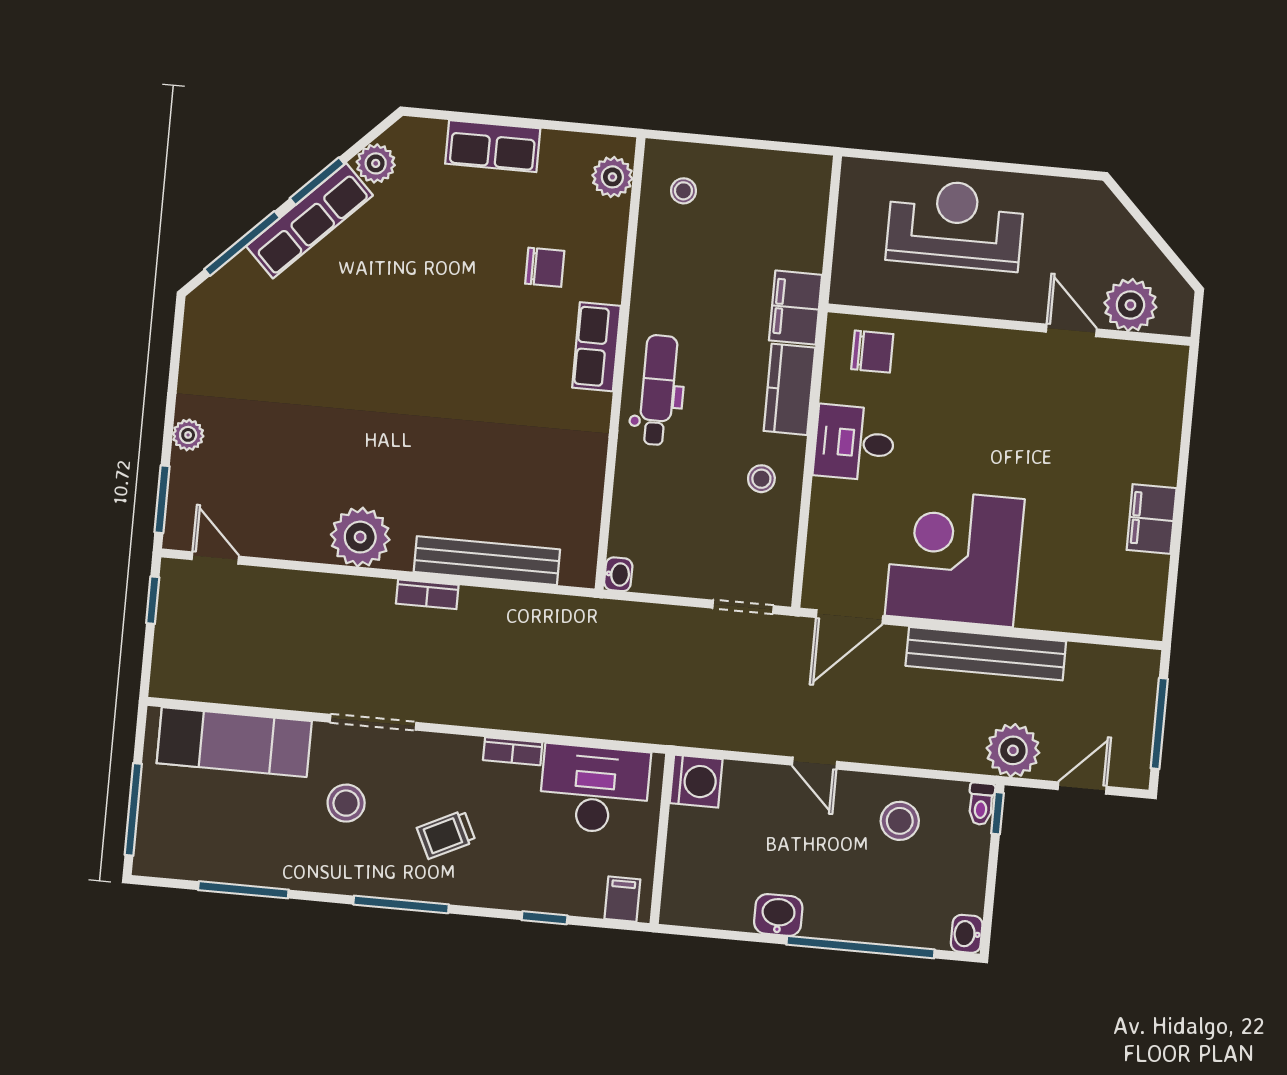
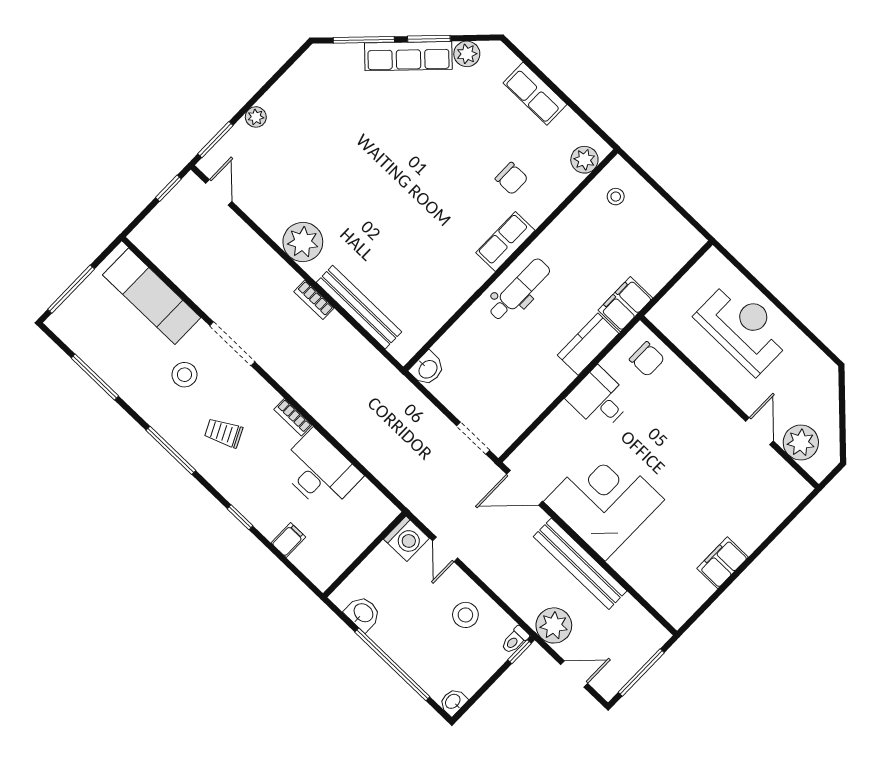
stool: (761, 479) -> (536, 379), removed
washbasin: (618, 574) -> (427, 369), width x1.38, depth x1.45
washing machine: (696, 781) -> (406, 539), moved
wall: (662, 839) -> (364, 554), moved

